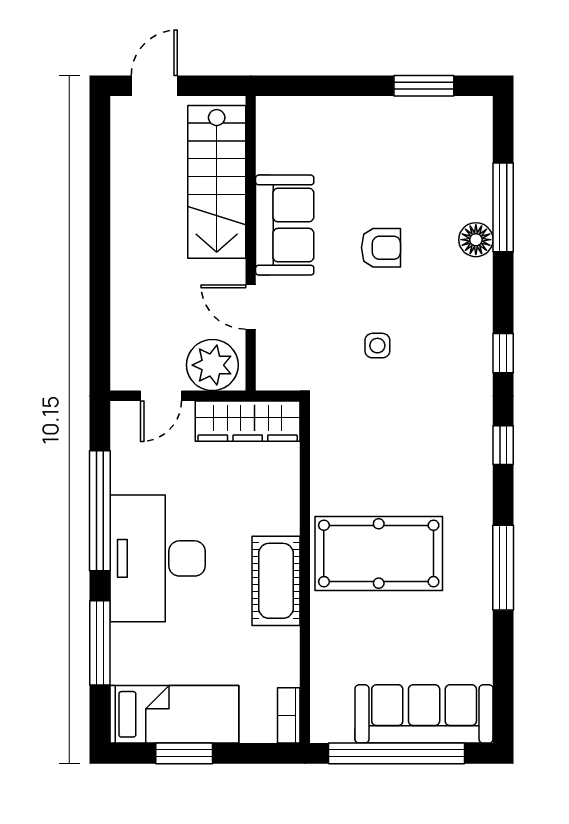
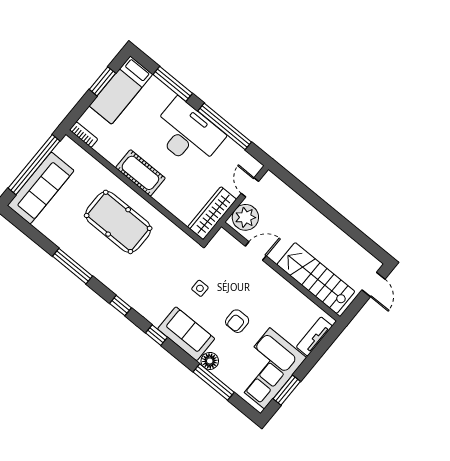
tv unit: (308, 111) -> (314, 337), added
corner sofa: (415, 143) -> (267, 368), added
sofa: (285, 225) -> (186, 334), moved, turned 180
pool table: (379, 553) -> (118, 222), turned 90

